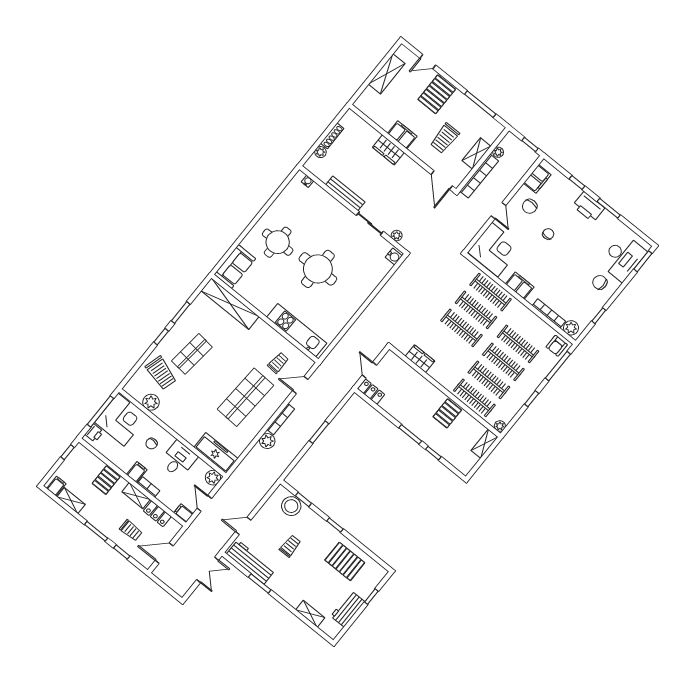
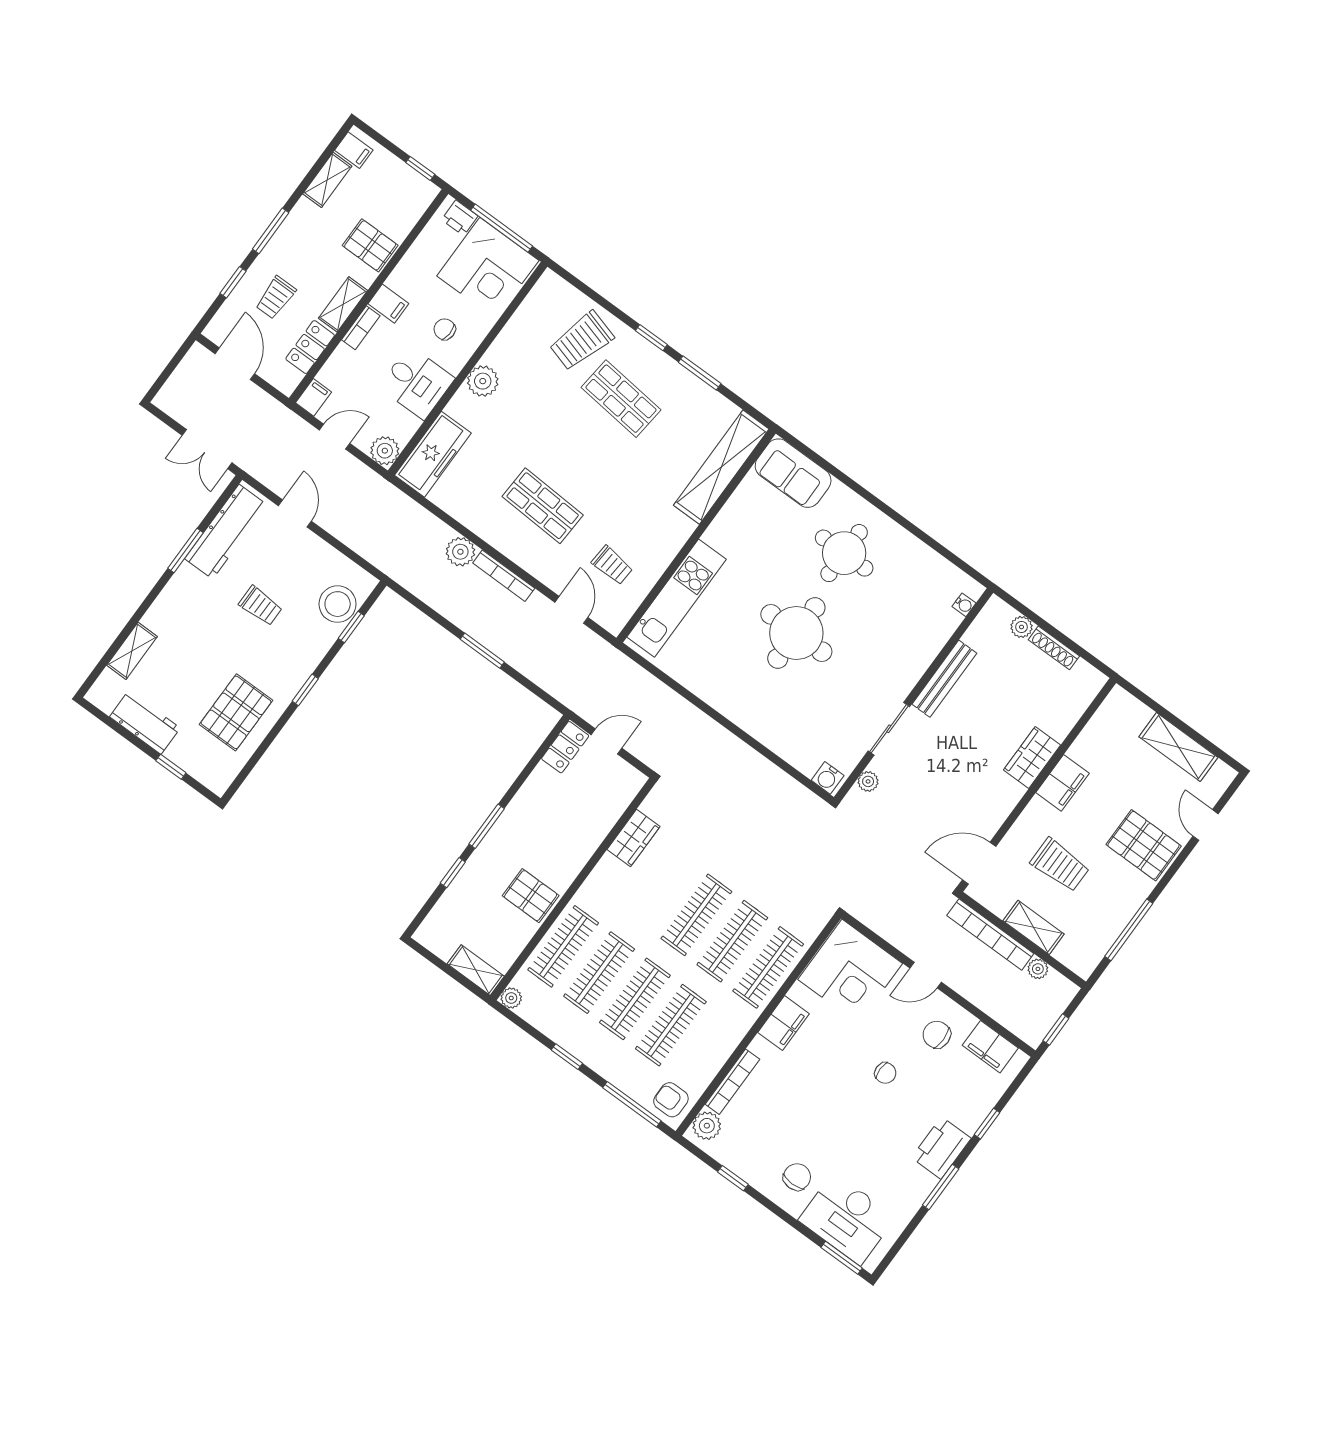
trolley: (445, 138) -> (1060, 865), turned 180
shop shelf: (245, 397) -> (543, 506), width x0.70, depth x0.74
plant: (151, 402) -> (483, 381), moved

